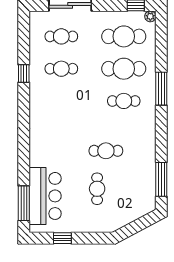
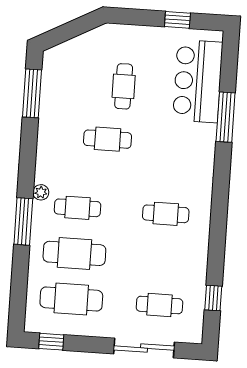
plant: (150, 16) -> (41, 192), moved
cafe table: (61, 69) -> (166, 214), moved
window: (24, 73) -> (213, 298), moved
window: (24, 203) -> (226, 117), moved

